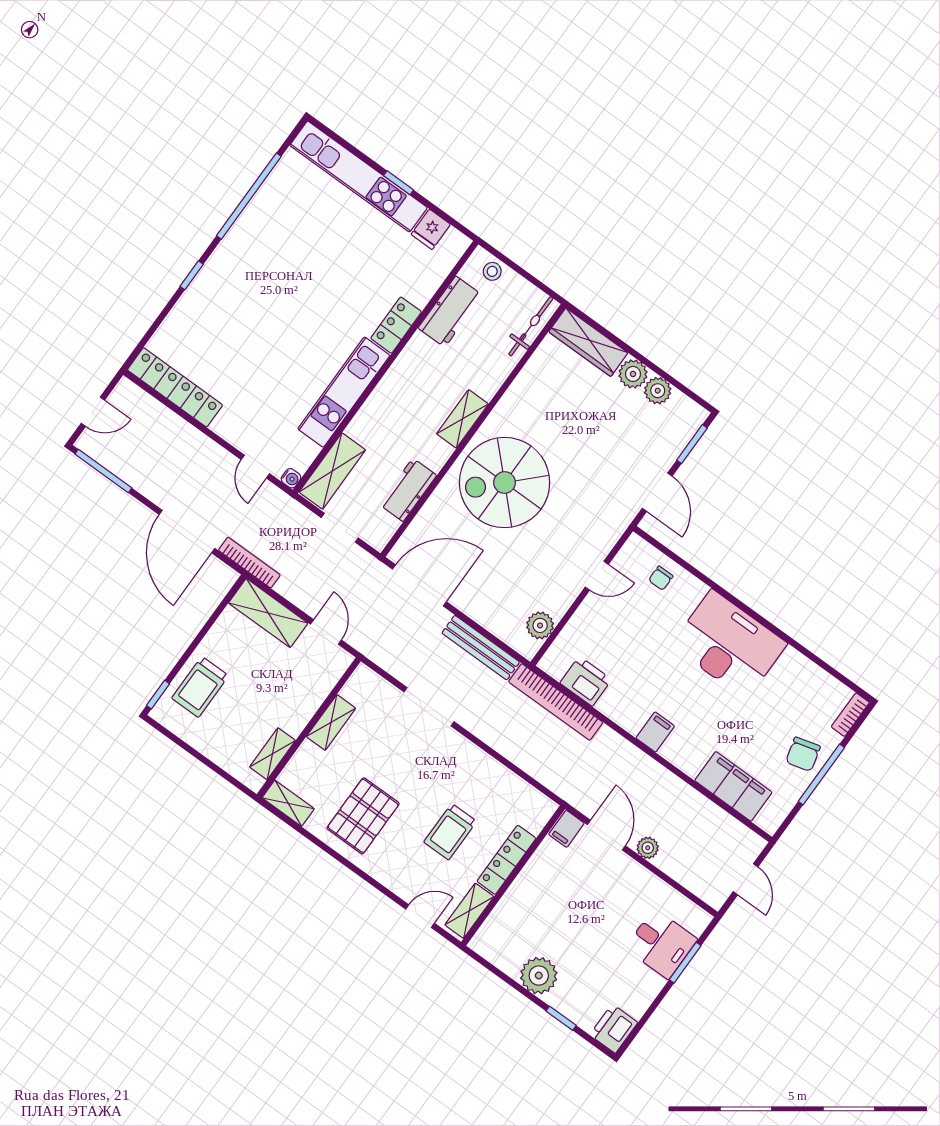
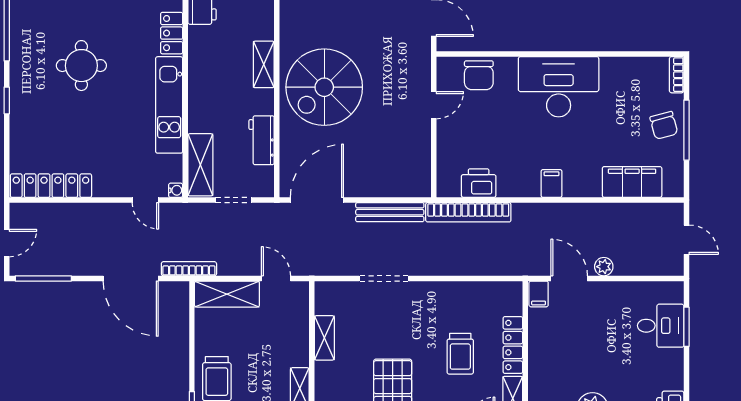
round table: (287, 294) -> (81, 66), added
chair: (661, 578) -> (479, 75), width x1.87, depth x1.87
plant: (540, 625) -> (420, 168), removed

